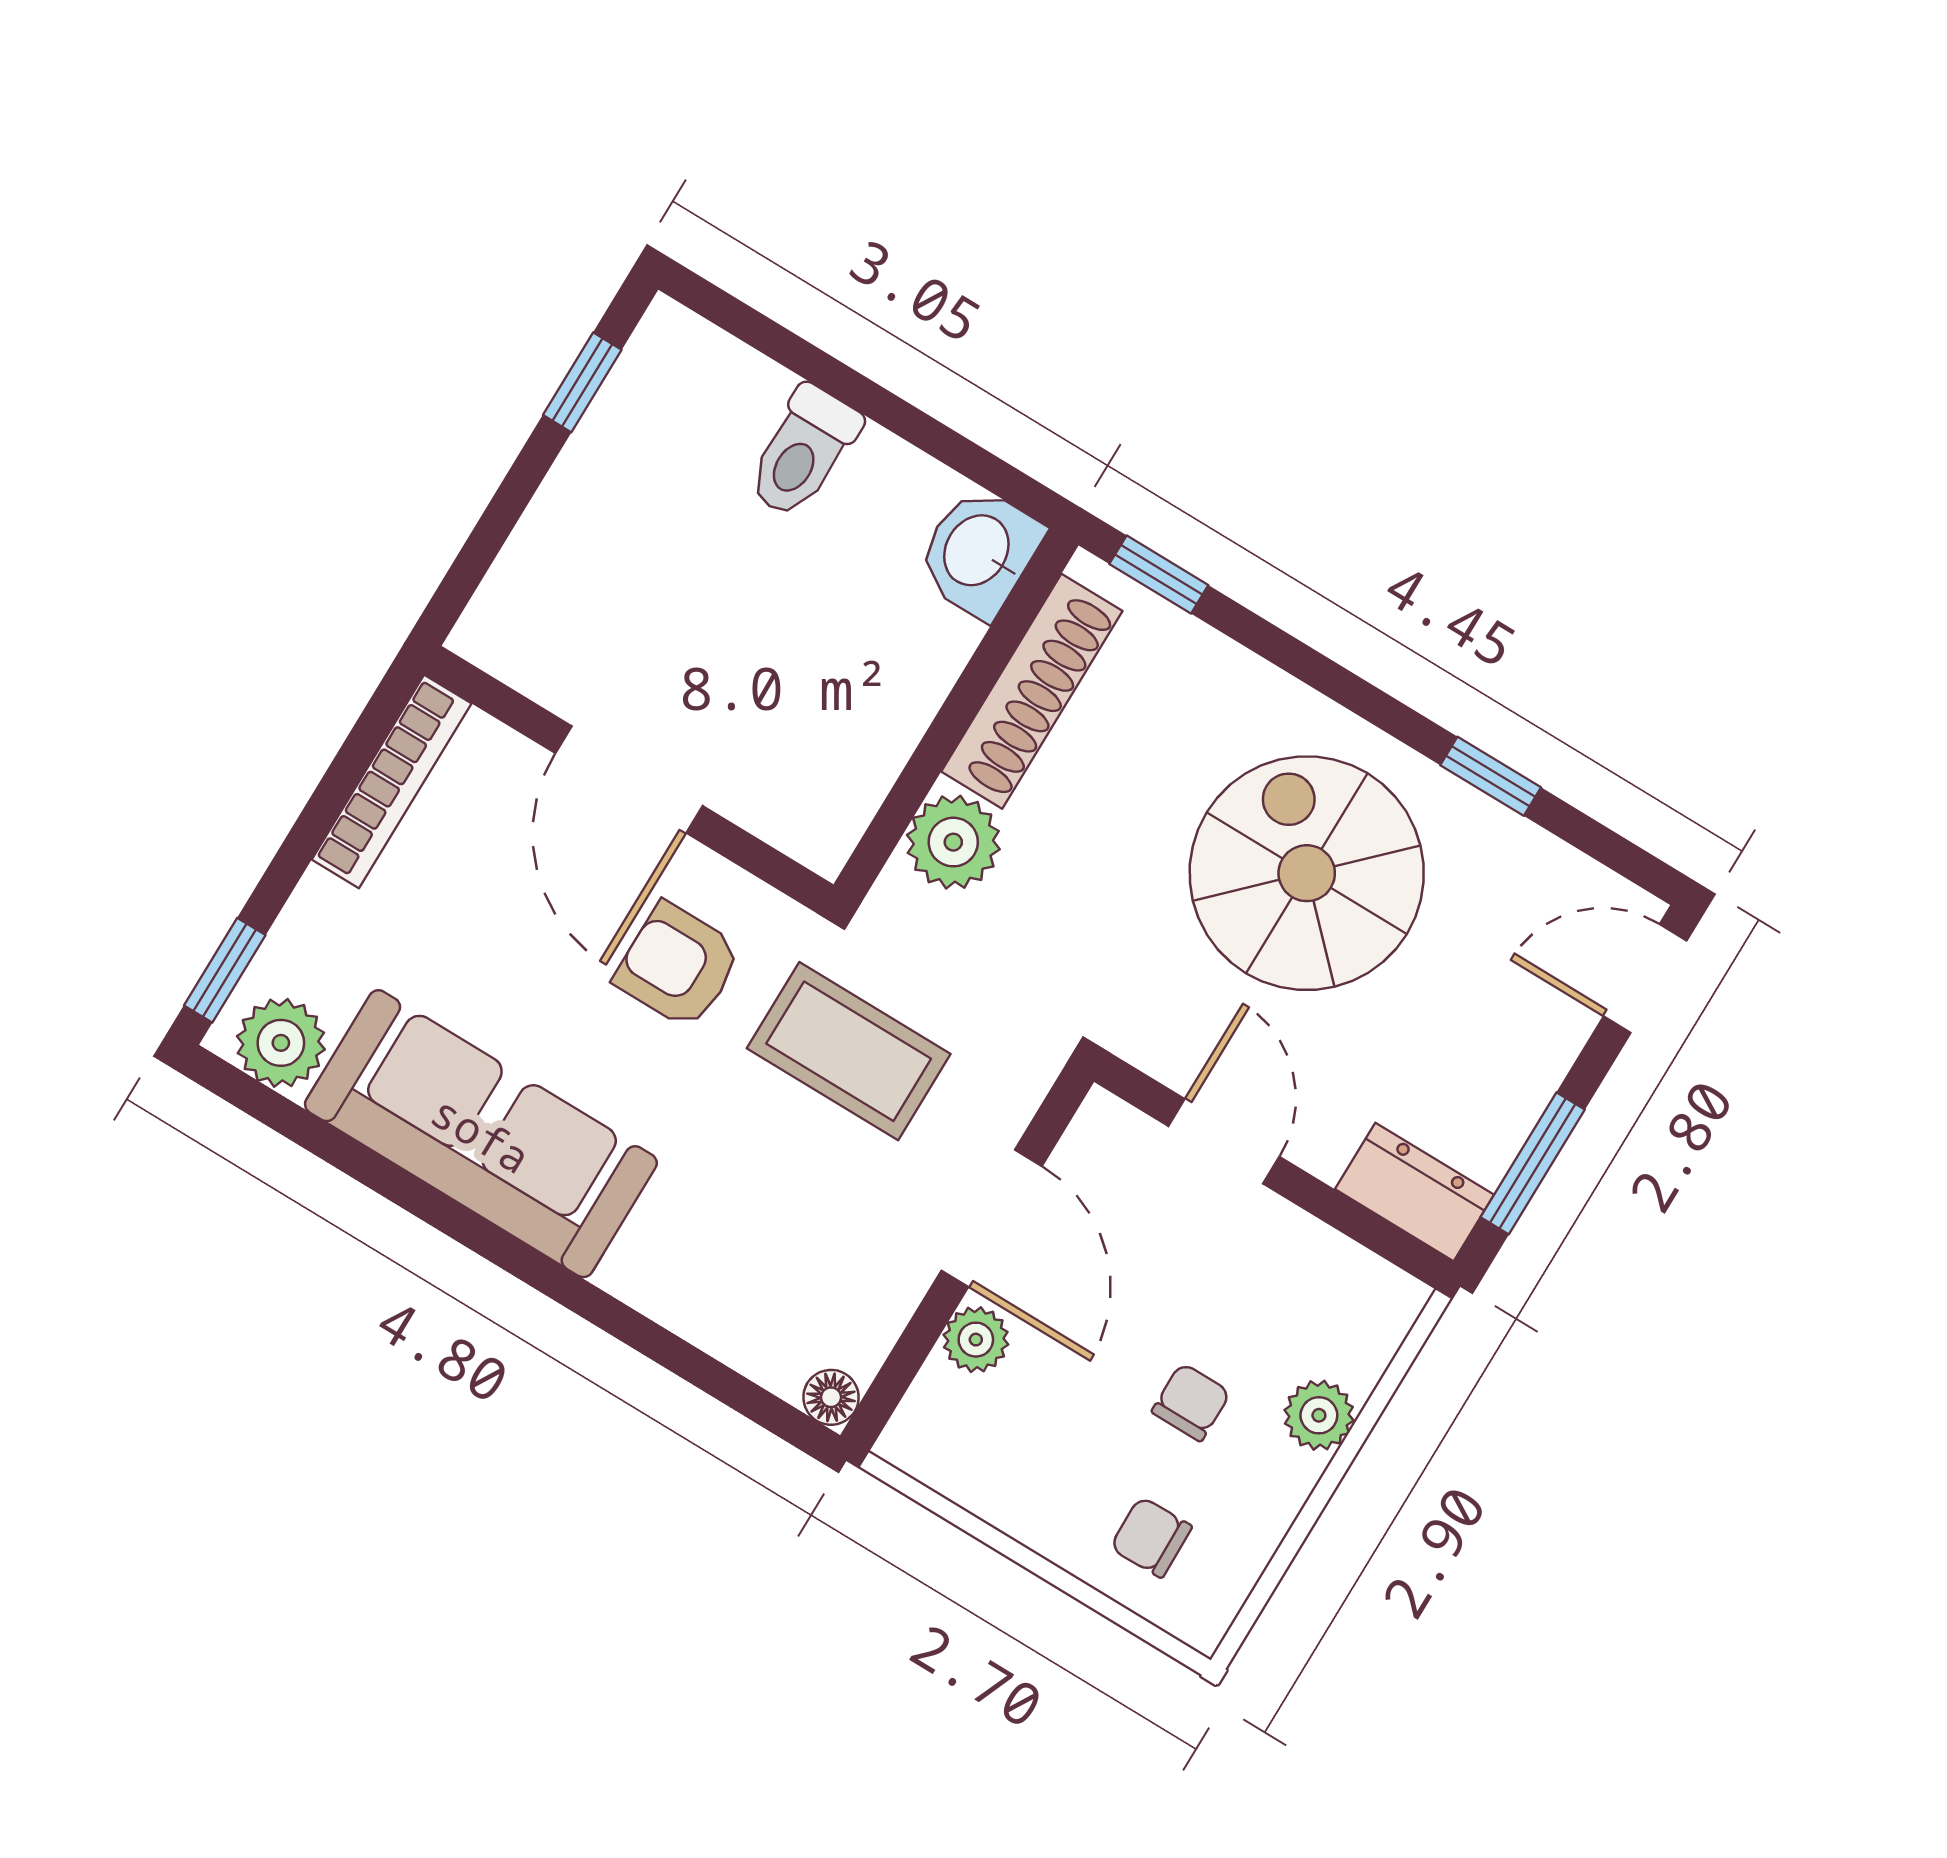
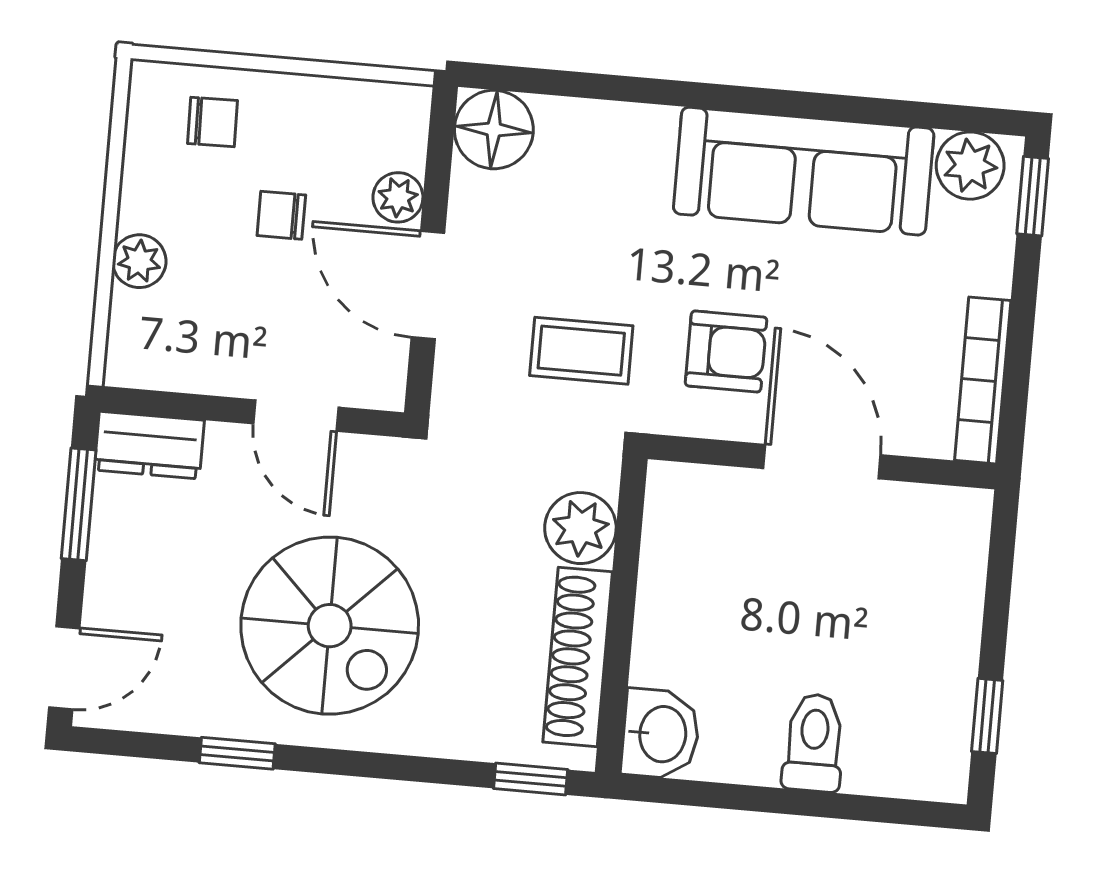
coffee table: (849, 1051) -> (581, 351), width x0.73, depth x0.77
floor lamp: (831, 1397) -> (494, 130), width x1.89, depth x1.89
chair: (1191, 1402) -> (281, 215), moved, turned 90

